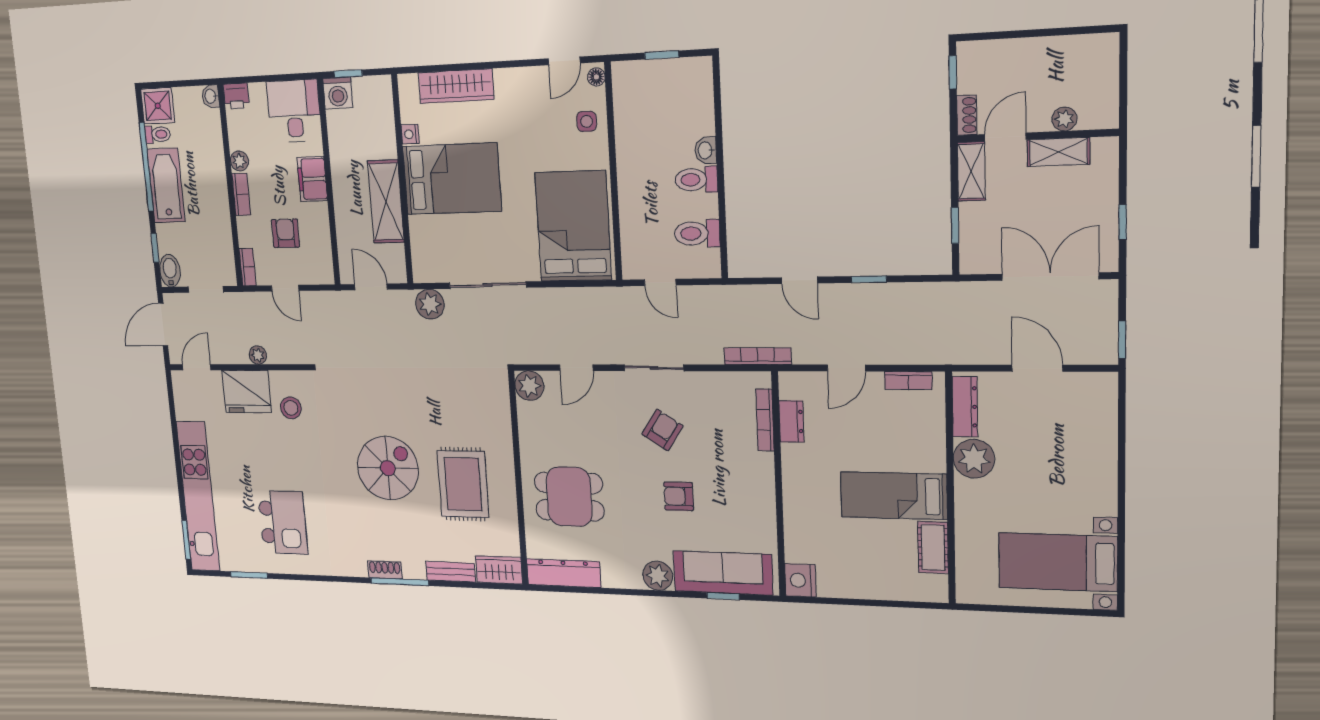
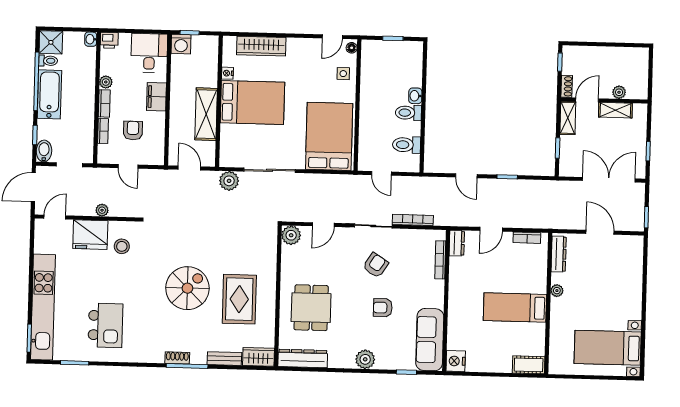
bookcase: (248, 267) -> (103, 131), moved
bookcase: (758, 356) -> (413, 220), moved
dresser: (791, 421) -> (457, 243), moved
plant: (974, 459) -> (557, 291), width x0.53, depth x0.53
dining table: (569, 497) -> (311, 308), turned 90
cot: (933, 548) -> (529, 365), moved, turned 90
sofa: (723, 573) -> (430, 340), moved, turned -90

